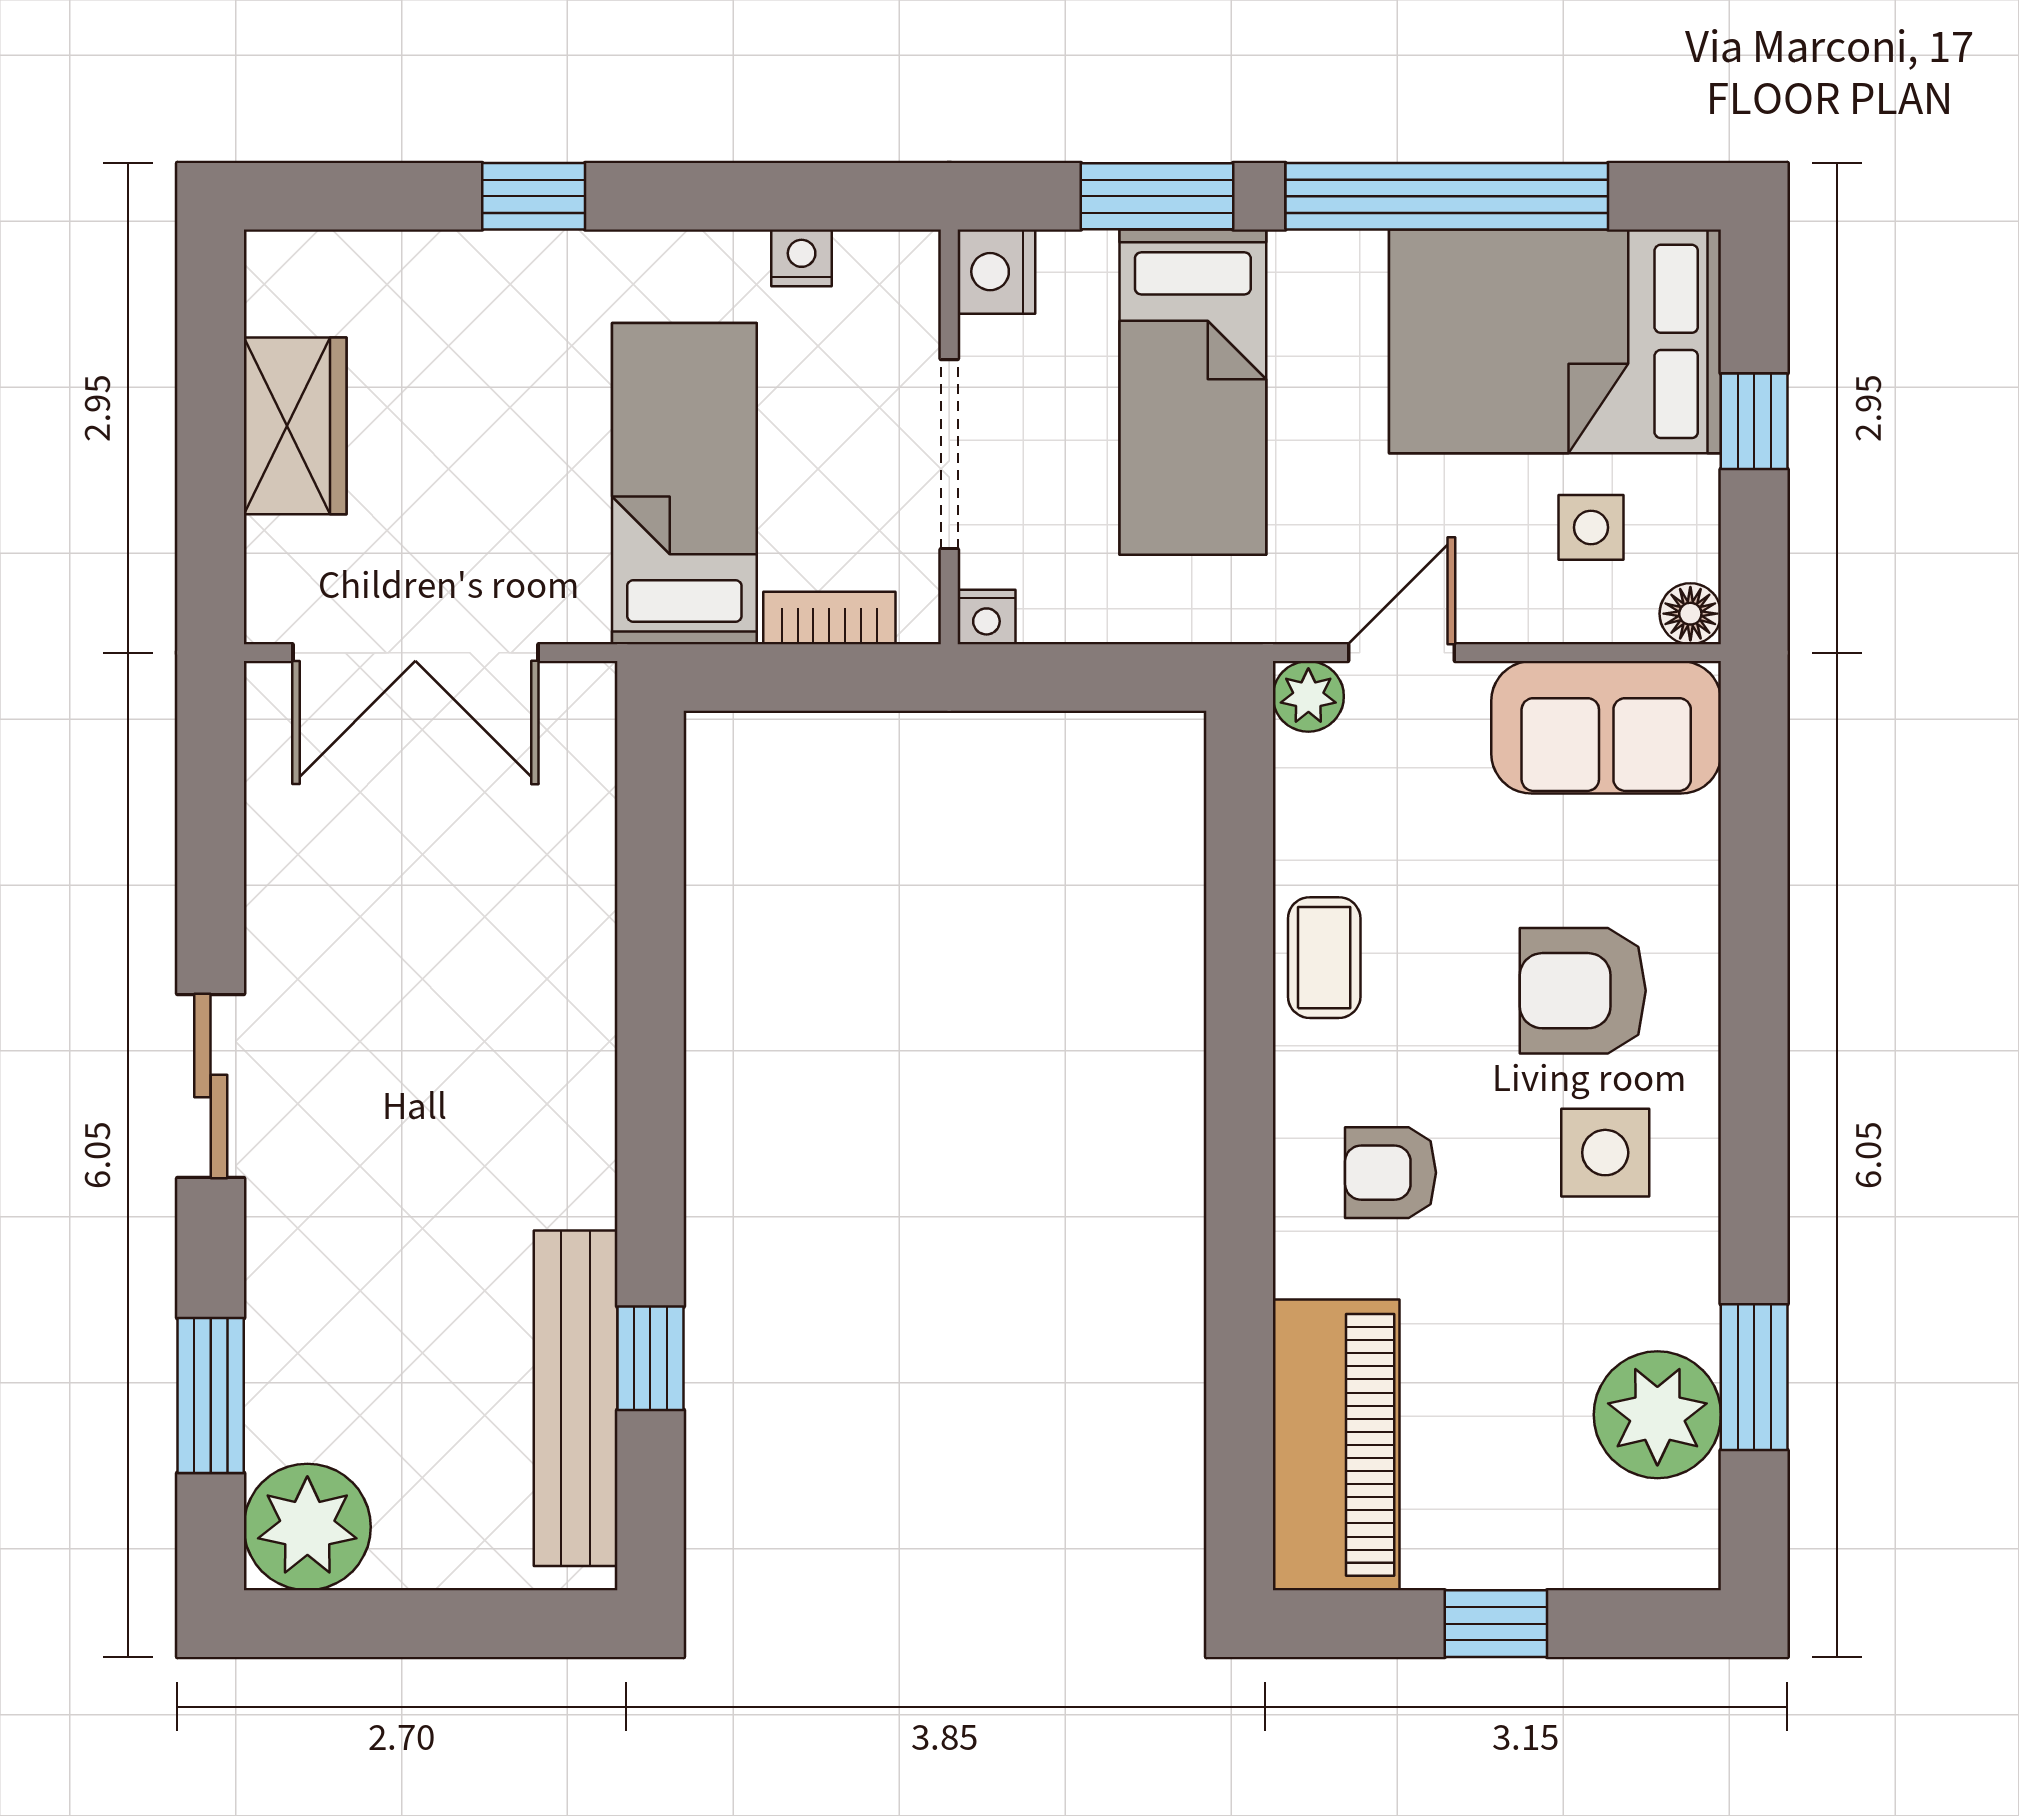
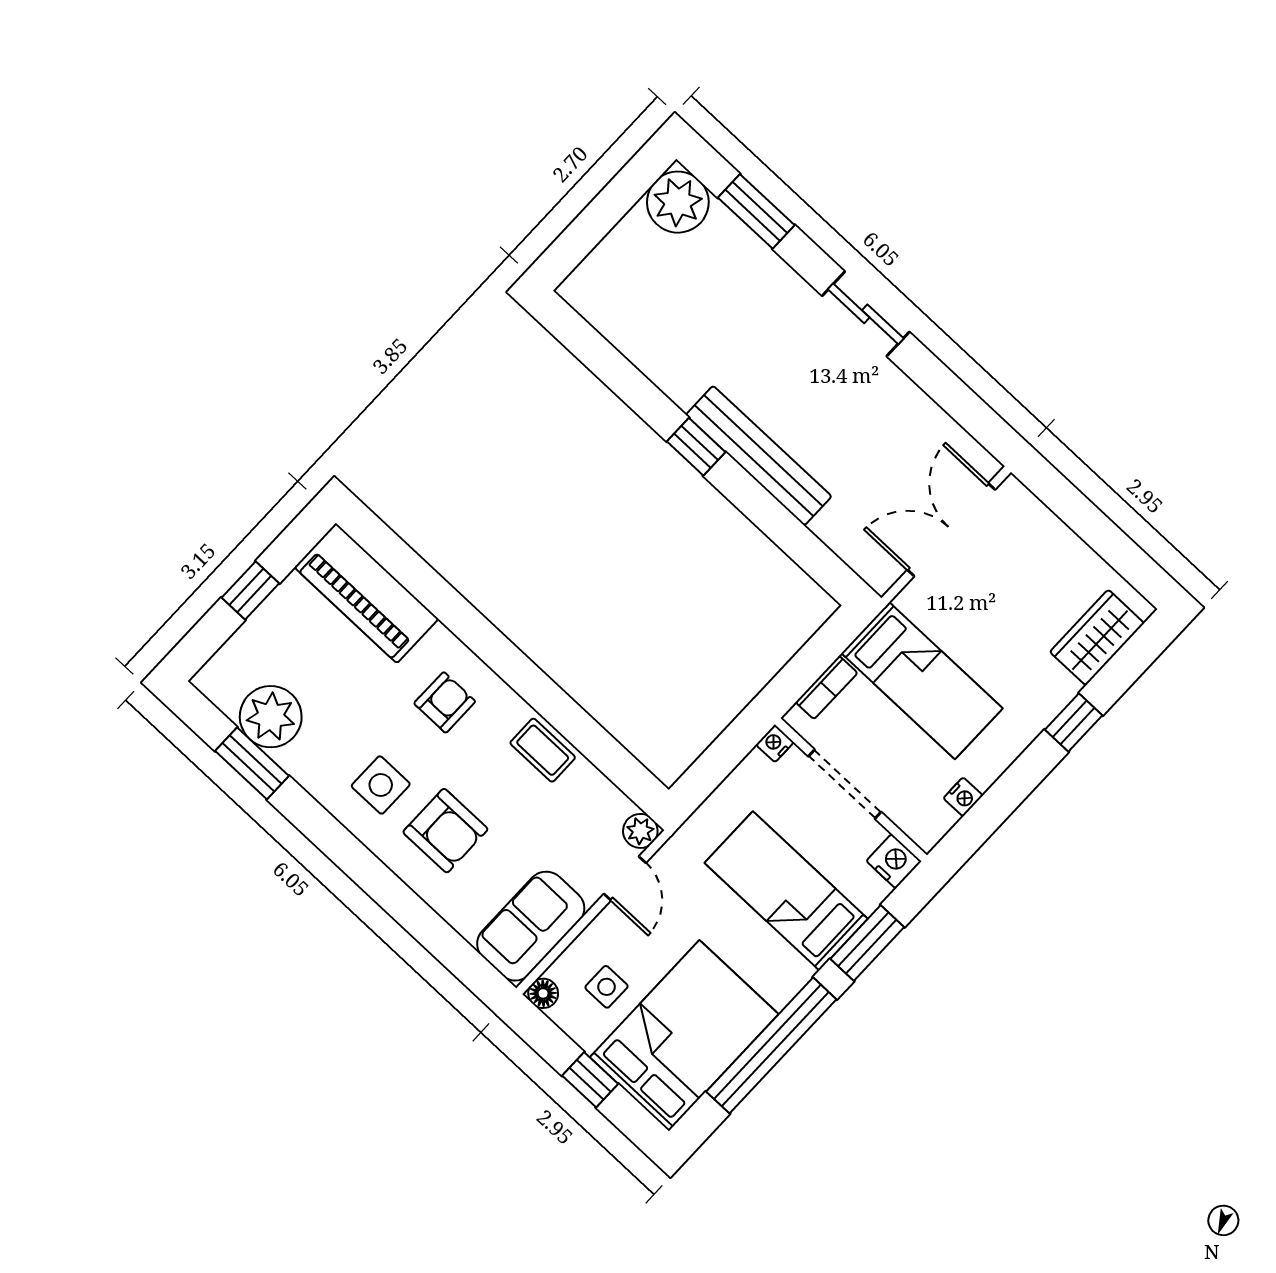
wardrobe: (295, 426) -> (1097, 638), moved, turned 90
armchair: (1583, 991) -> (445, 831), turned 90
window: (650, 1358) -> (696, 447), moved
bench: (576, 1398) -> (759, 456), moved

